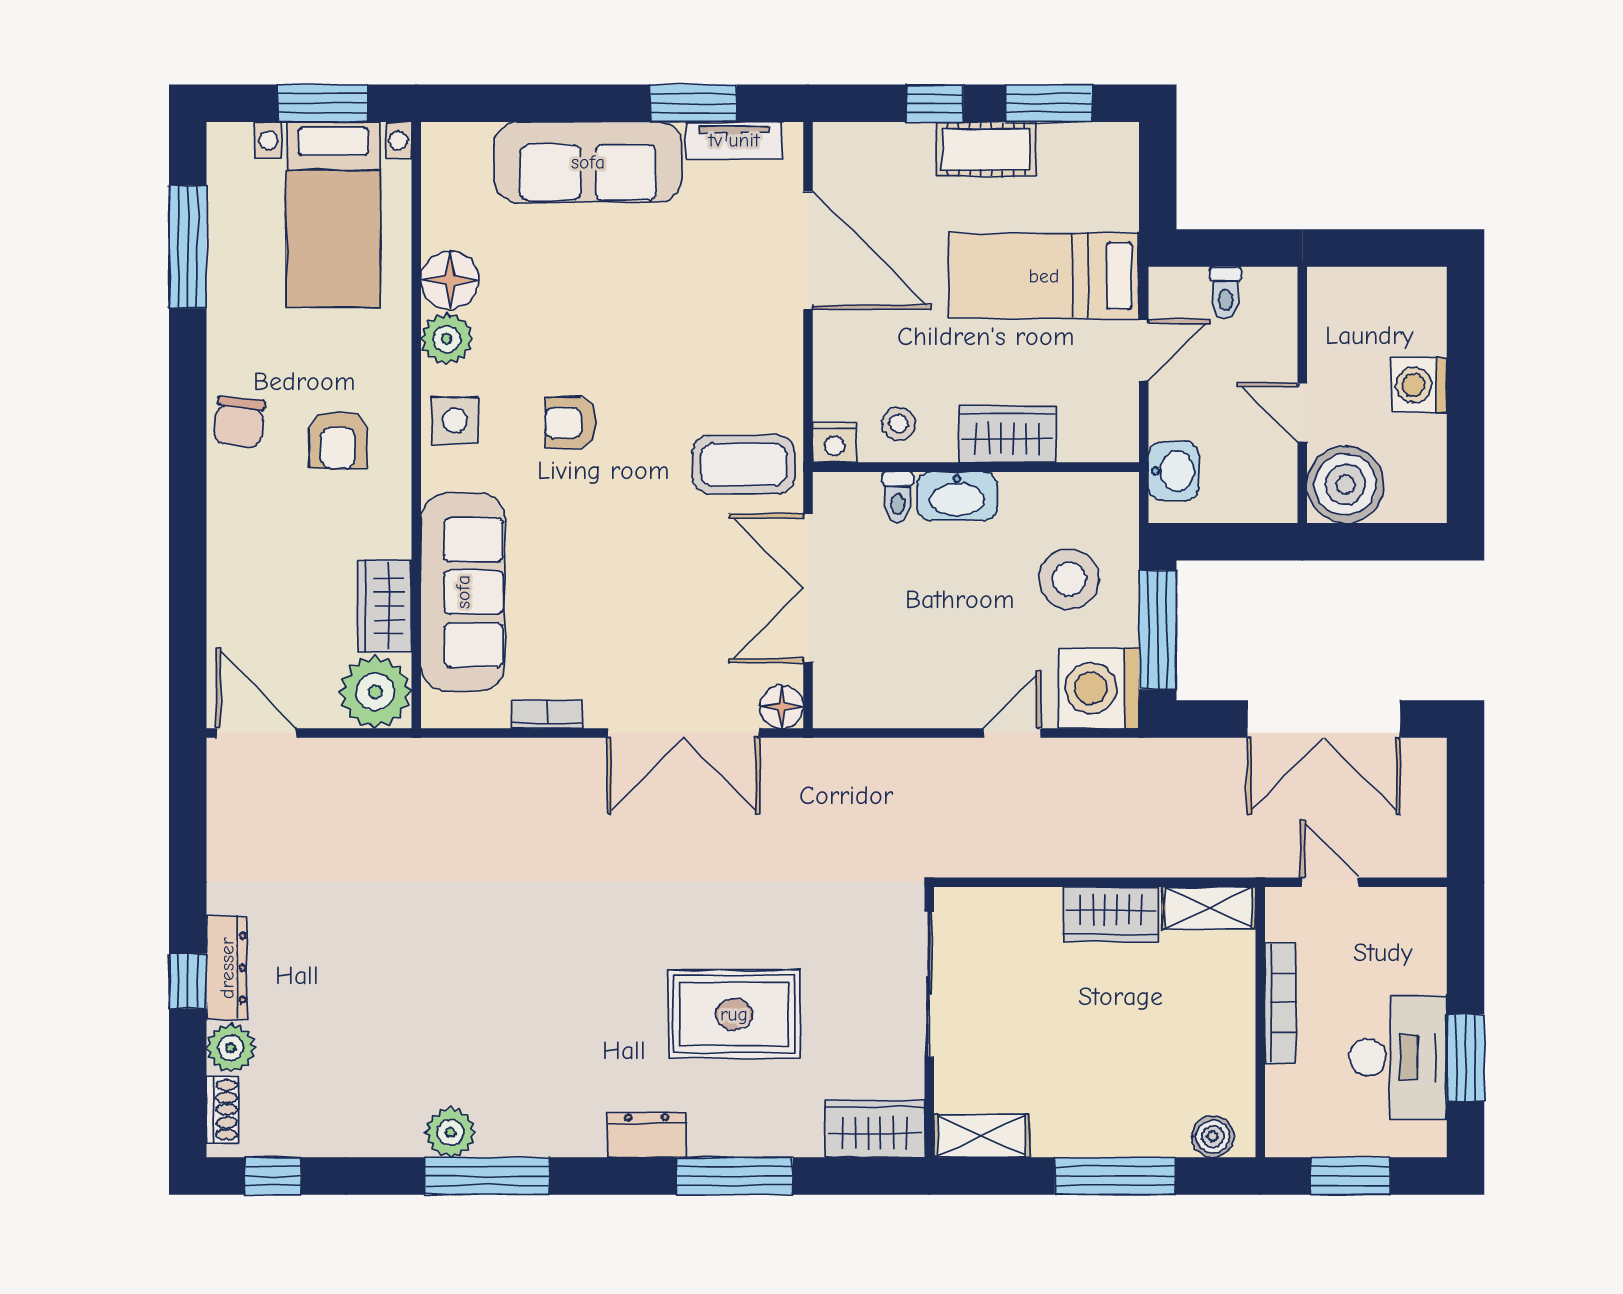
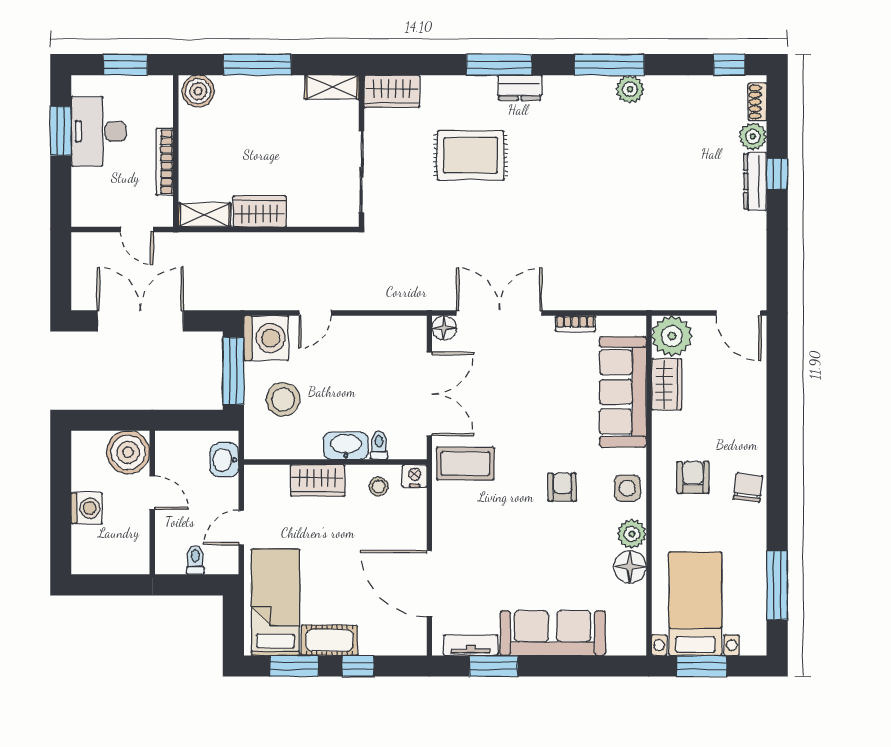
bed: (1044, 276) -> (275, 602), moved, turned -90
armchair: (571, 423) -> (562, 487), turned -90
boiler: (1213, 1137) -> (198, 91), width x1.36, depth x1.36
window: (734, 1176) -> (499, 65), moved

